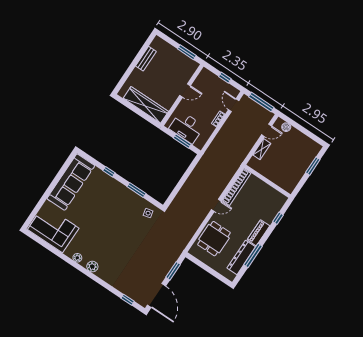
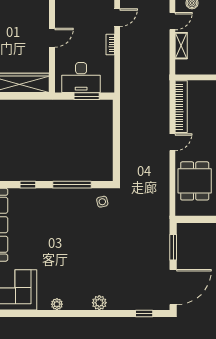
door: (234, 105) -> (117, 18), swing flipped
window: (136, 190) -> (72, 185), width x1.44
plant: (92, 267) -> (99, 303), moved
door: (157, 295) -> (173, 287), hinge flipped

